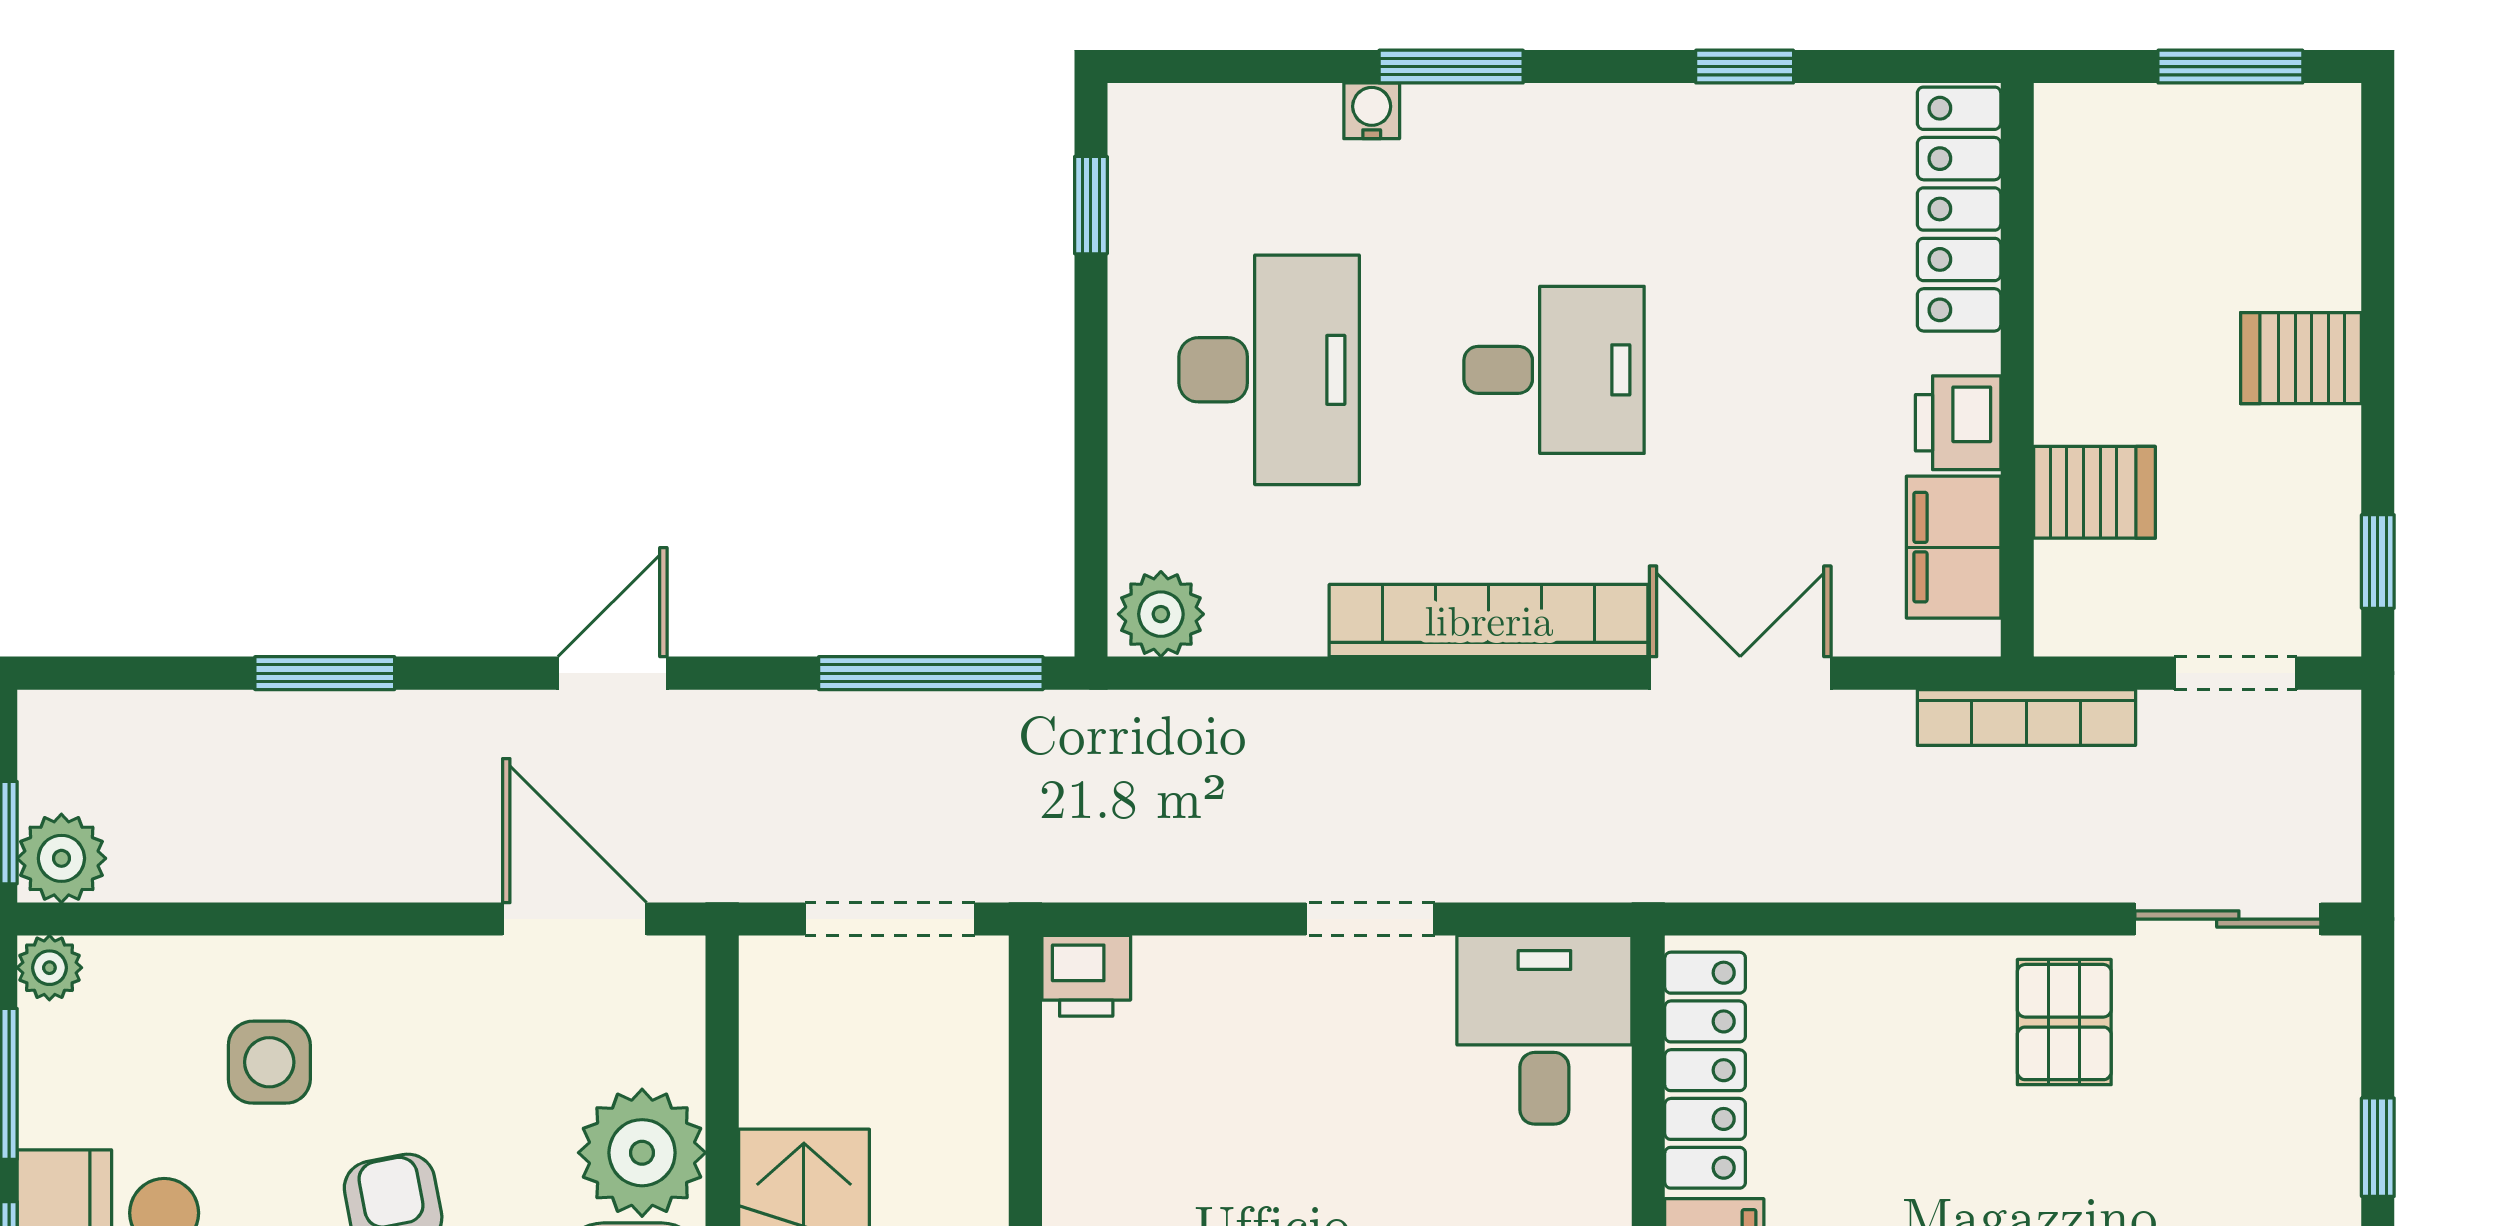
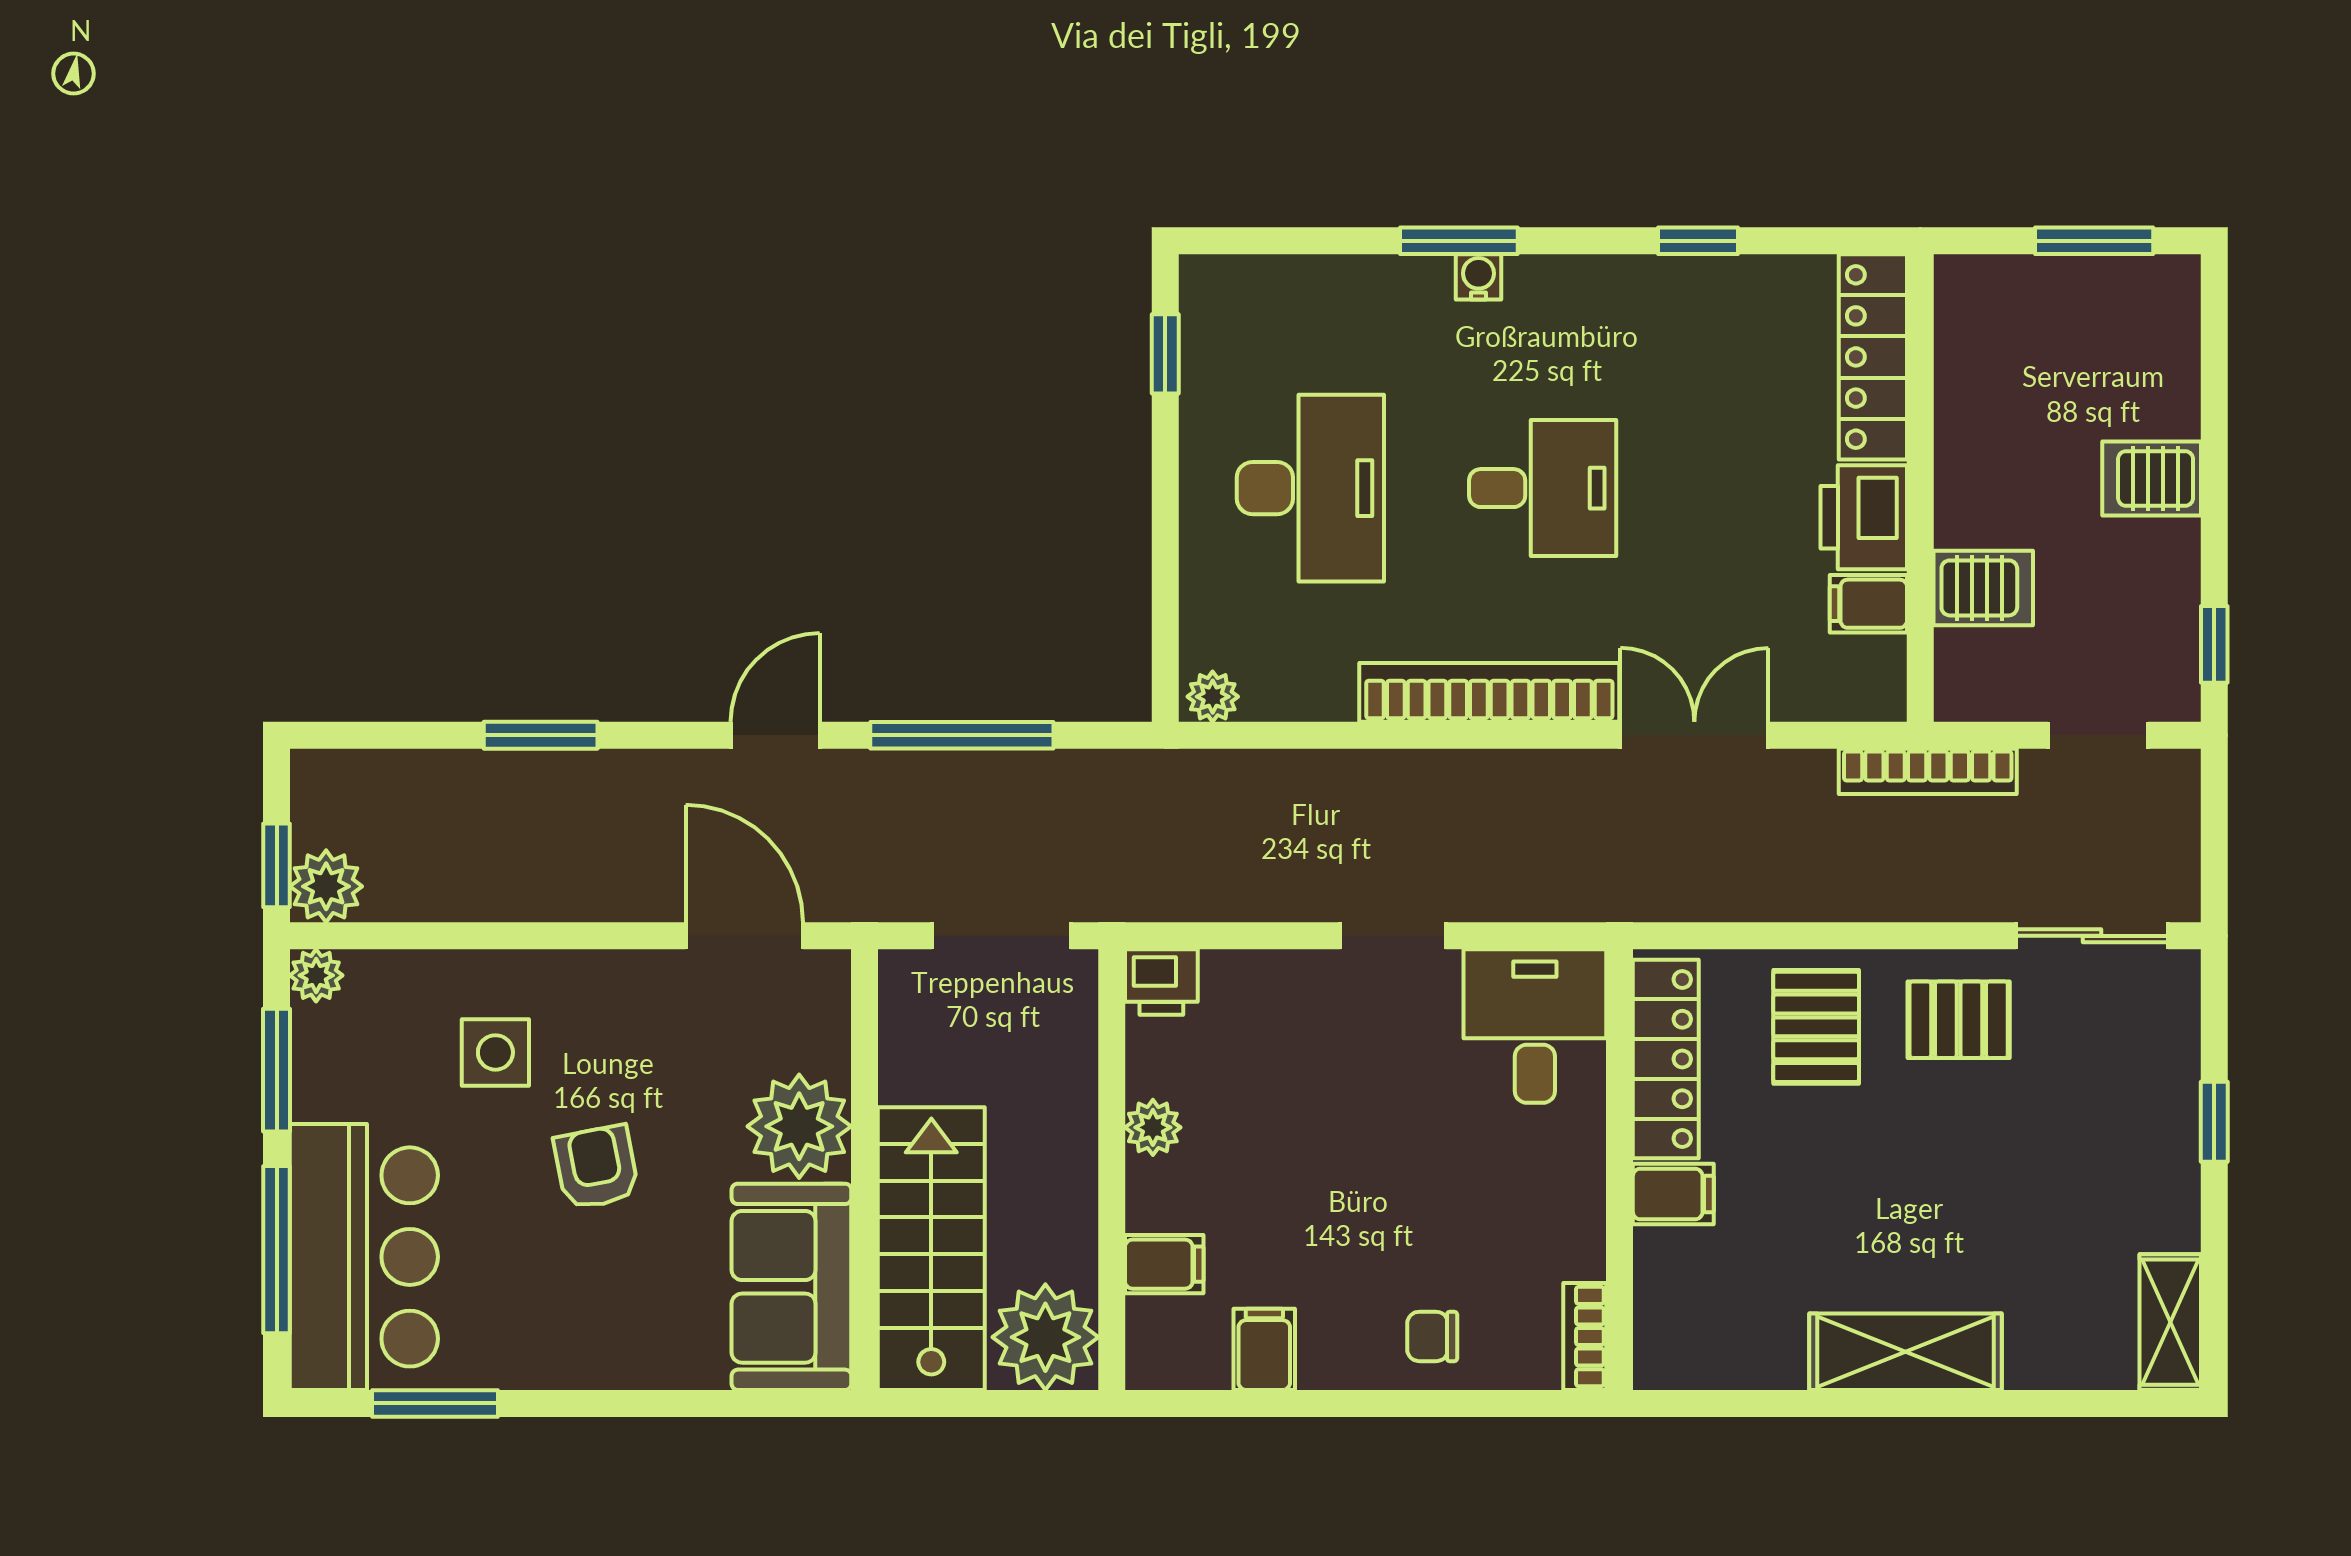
water cooler: (1372, 111) -> (1478, 277), moved
printer: (1958, 423) -> (1864, 517), width x1.36, depth x1.24
filing cabinet: (1954, 547) -> (1868, 604), width x0.50
plant: (1161, 614) -> (1213, 697), width x0.73, depth x0.73
window: (931, 673) -> (962, 735), moved
pallet: (2064, 1022) -> (1959, 1020), turned 90
pallet: (1889, 1031) -> (1816, 1027), added
plant: (1076, 1154) -> (1153, 1127), added

